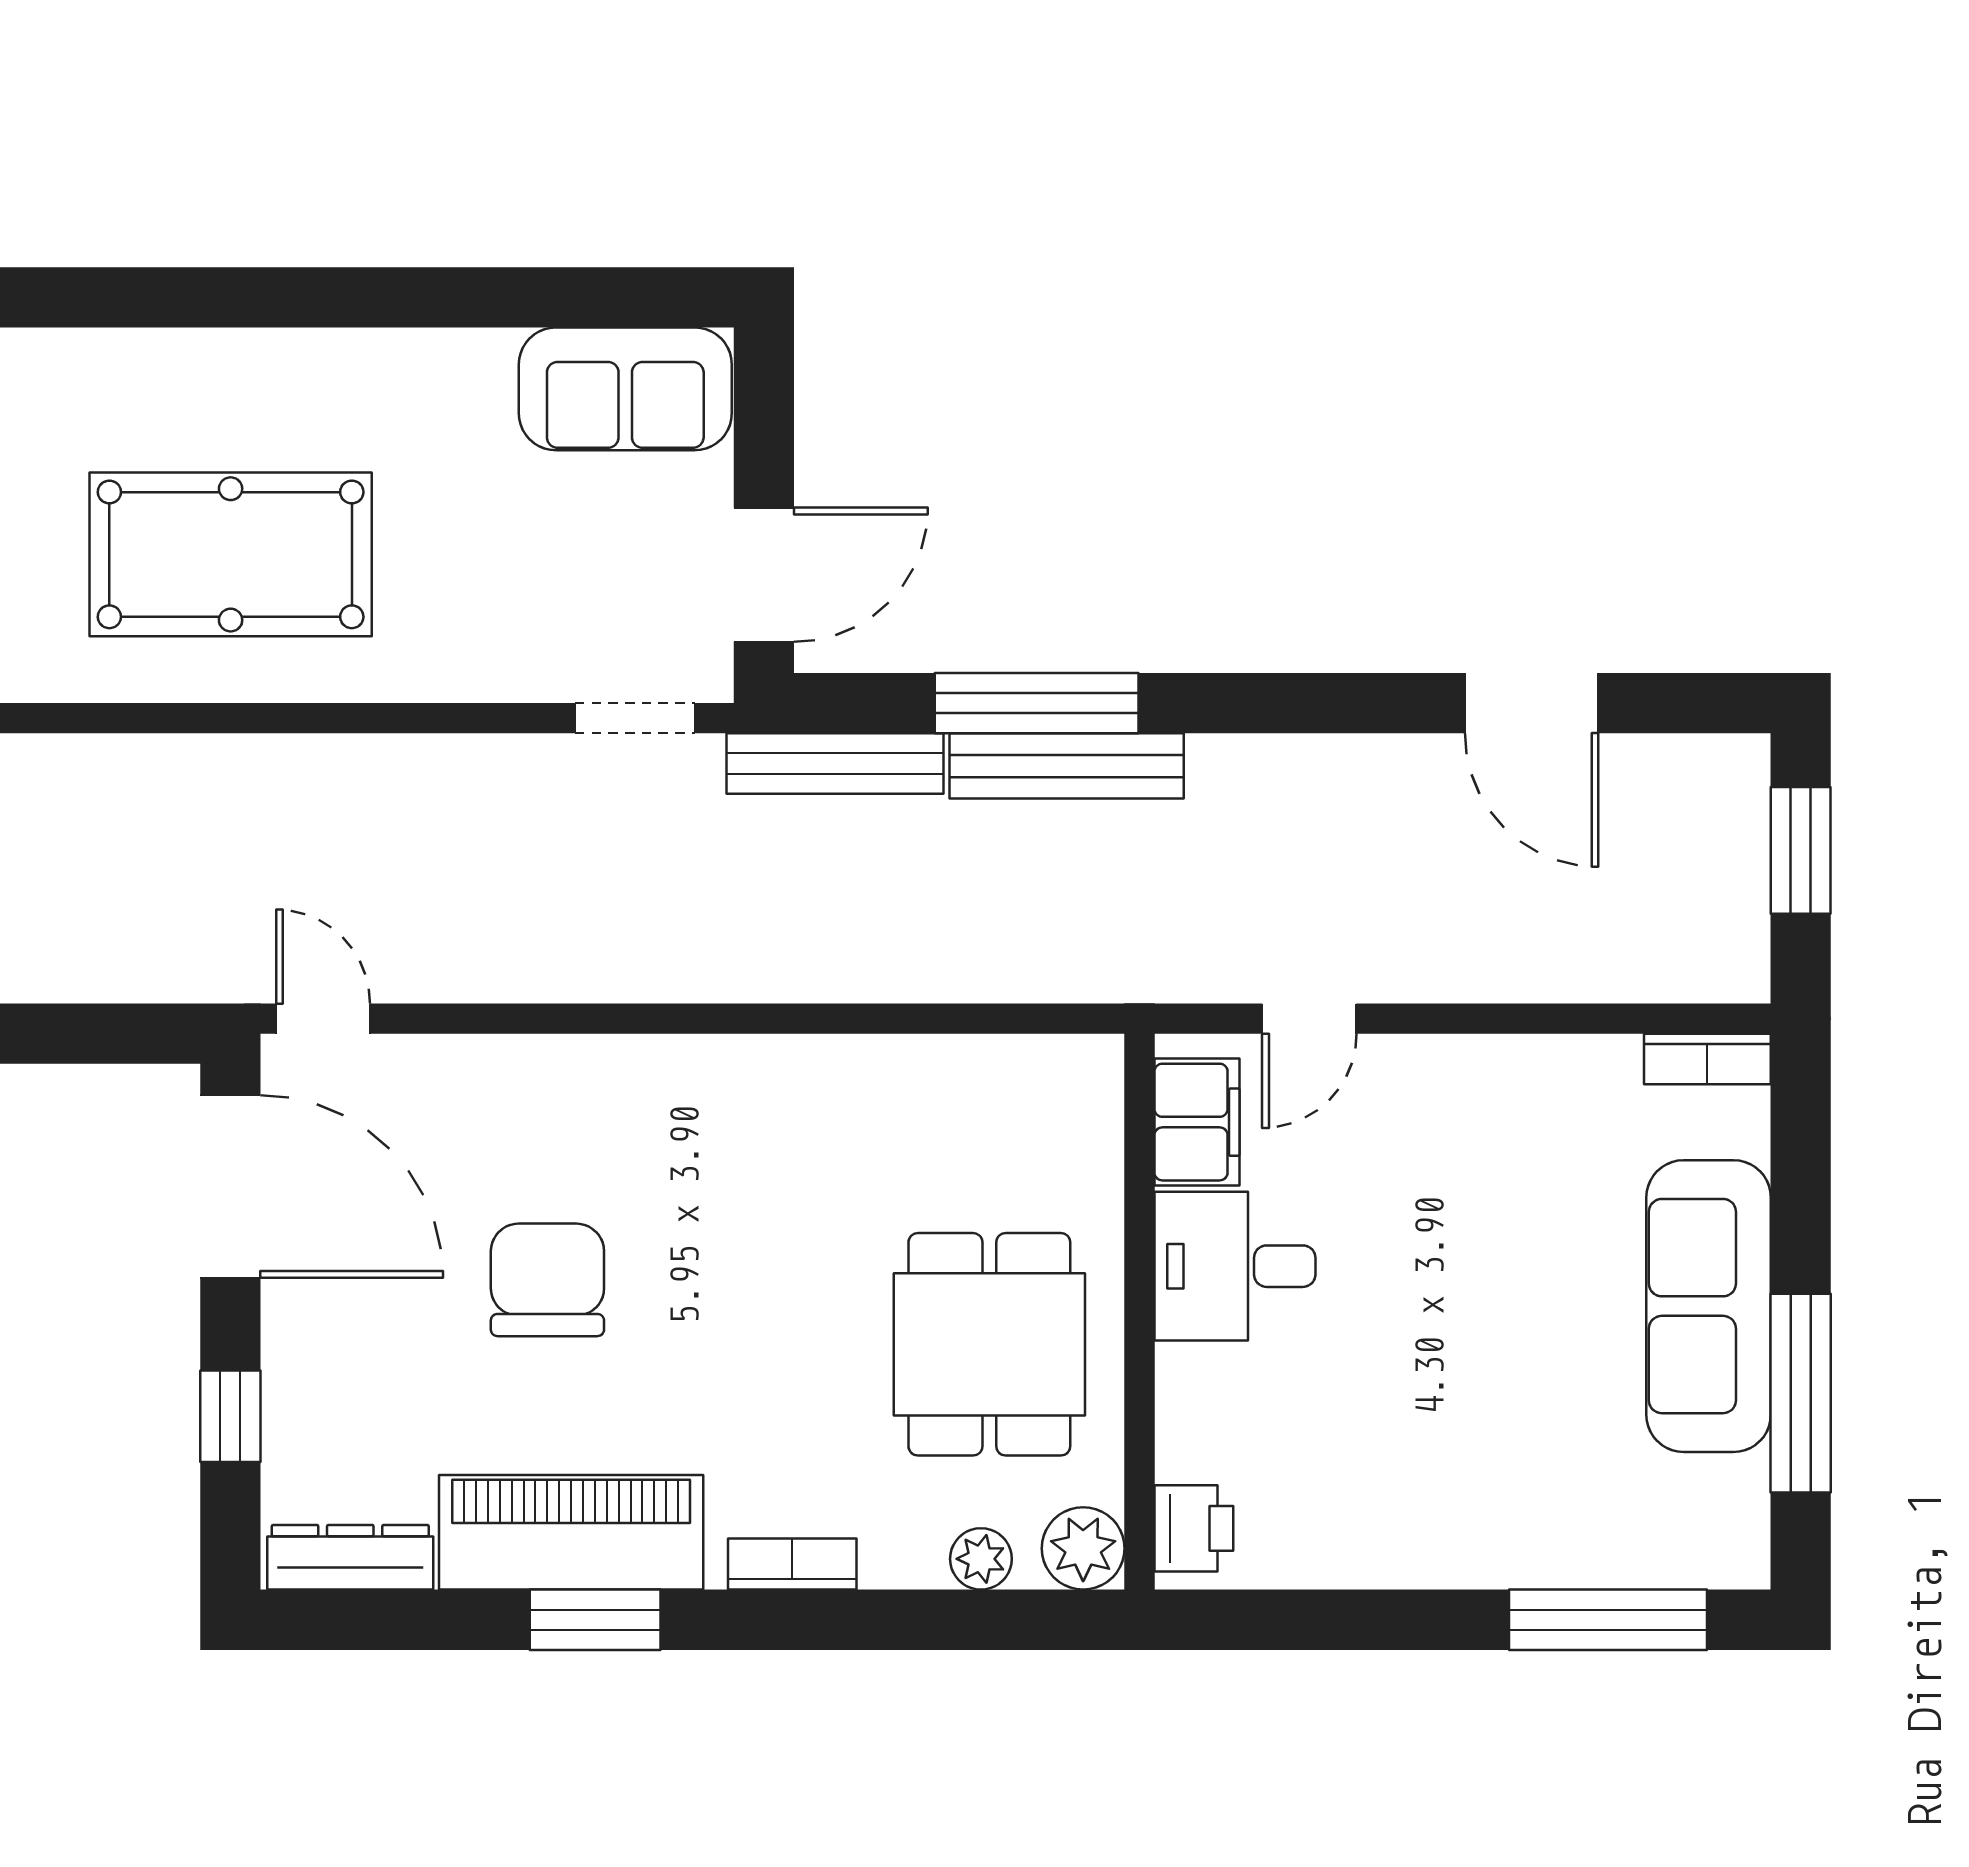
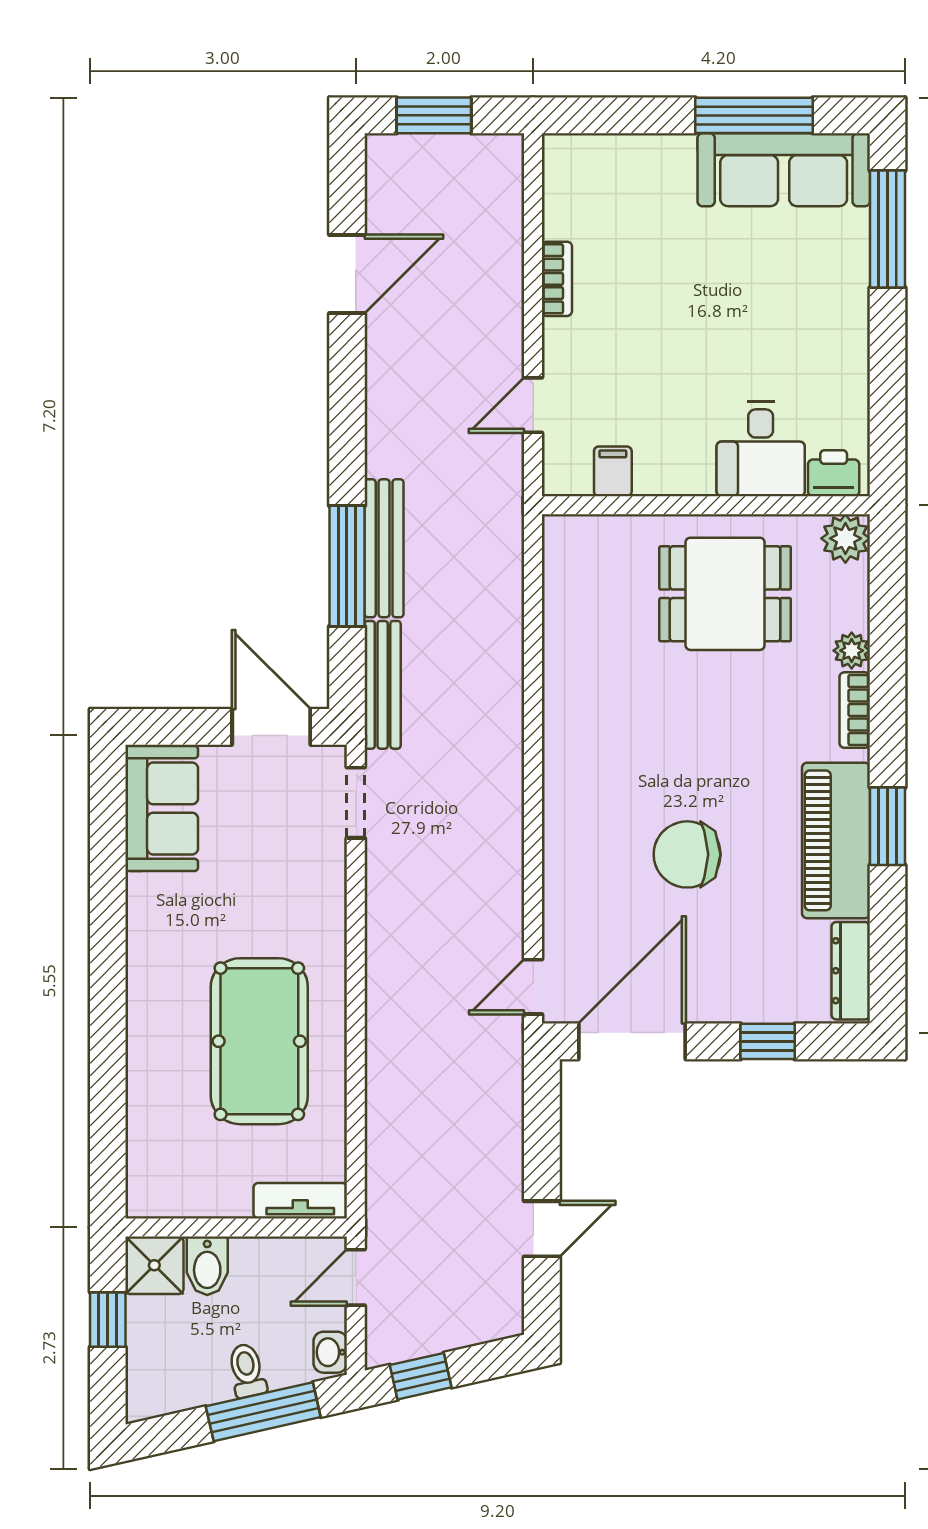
door: (1309, 1019) -> (533, 405), swing flipped
bookcase: (1707, 1059) -> (557, 279), moved
filing cabinet: (1197, 1122) -> (613, 471), width x0.50
desk: (1235, 1266) -> (761, 449), moved
sofa: (1709, 1306) -> (784, 170), moved
plant: (981, 1559) -> (852, 651), moved

